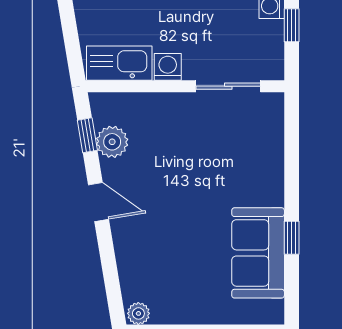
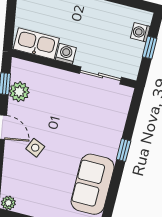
side table: (158, 220) -> (35, 148), added
window: (292, 238) -> (124, 150), moved

